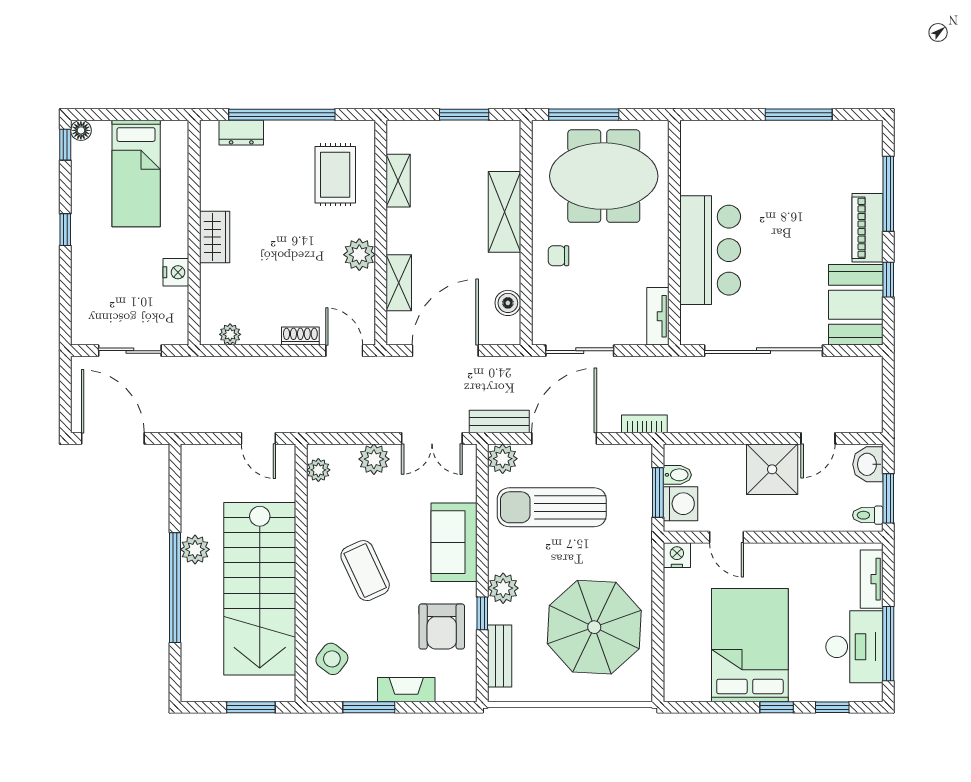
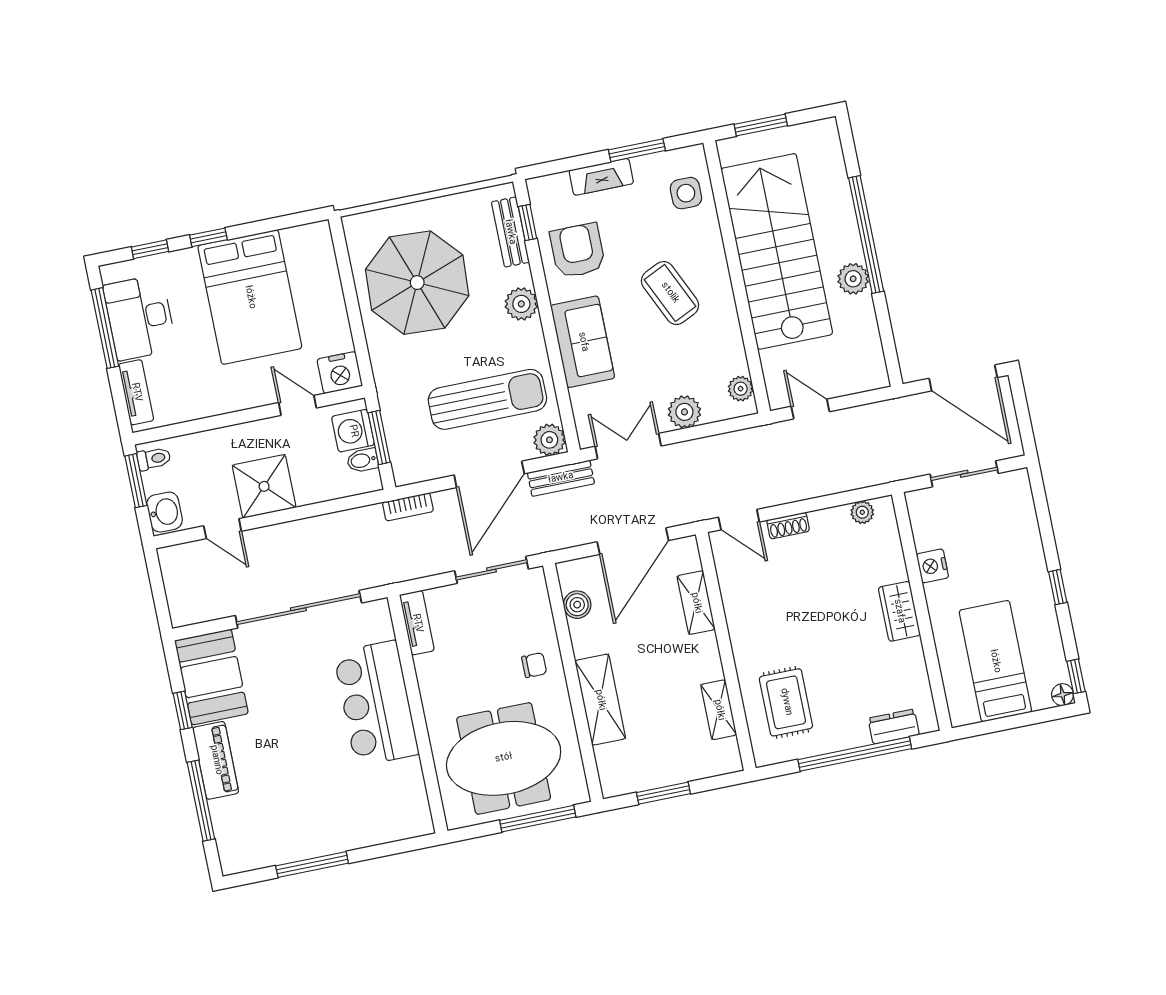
plant: (359, 255) -> (744, 624), removed
door: (818, 438) -> (223, 529), swing flipped
nightstand: (677, 555) -> (340, 373), width x1.36, depth x1.33
window: (482, 613) -> (527, 222), moved
side table: (332, 659) -> (686, 193), turned -37

